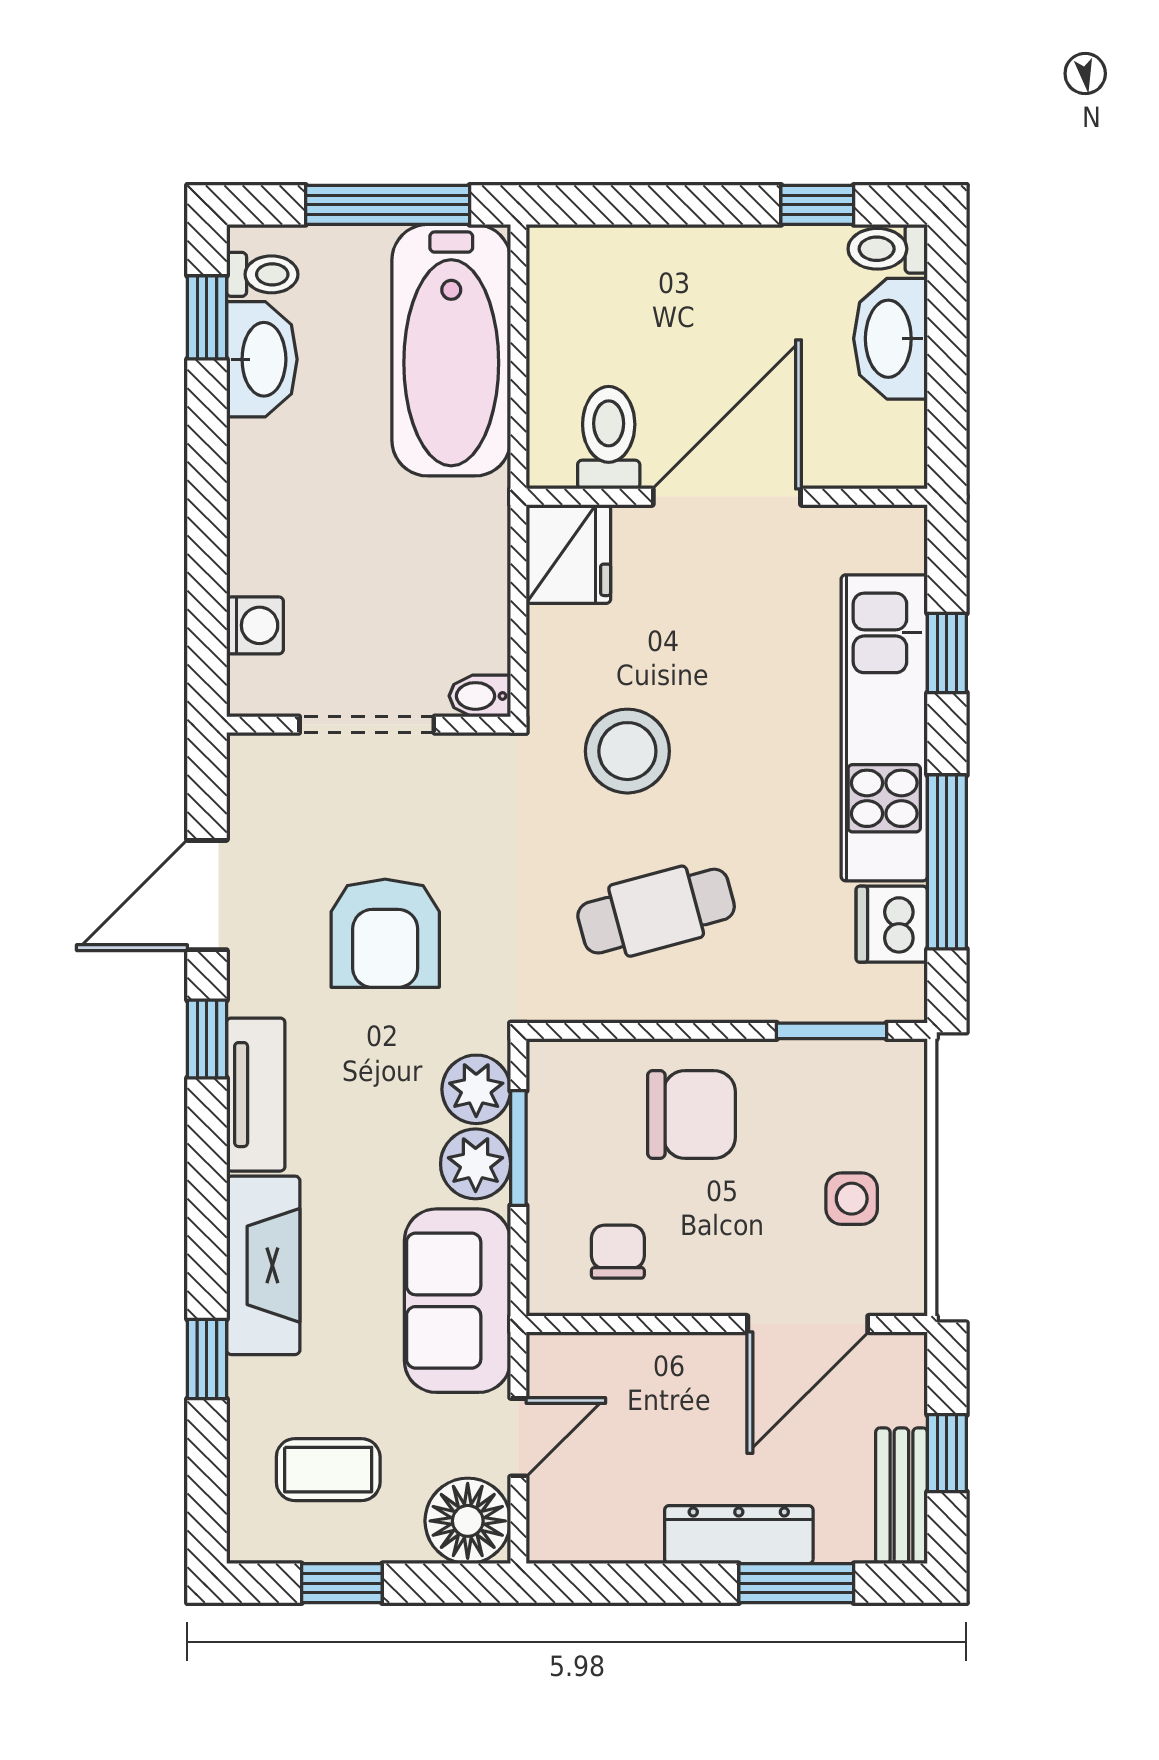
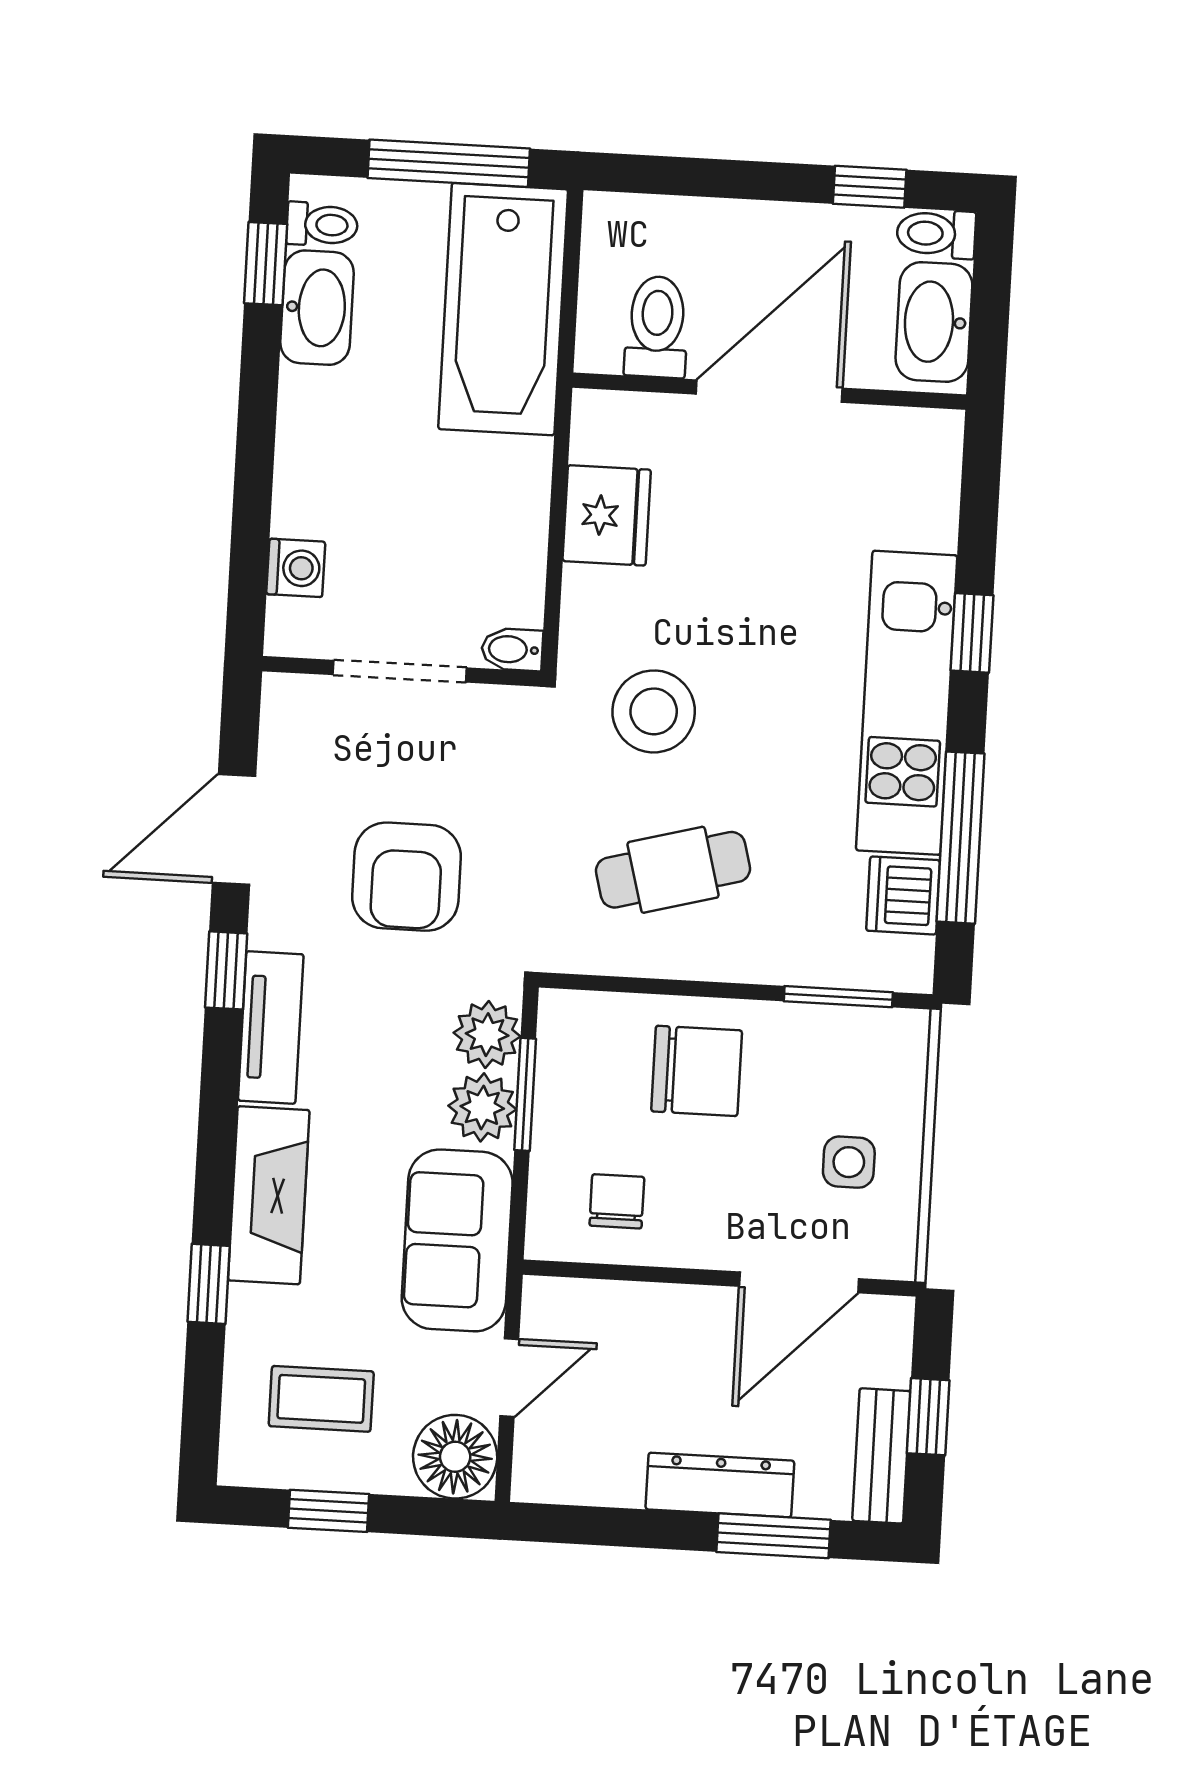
toilet: (609, 438) -> (657, 327), moved
door: (727, 497) -> (769, 391), moved
wall: (727, 497) -> (769, 391), moved

